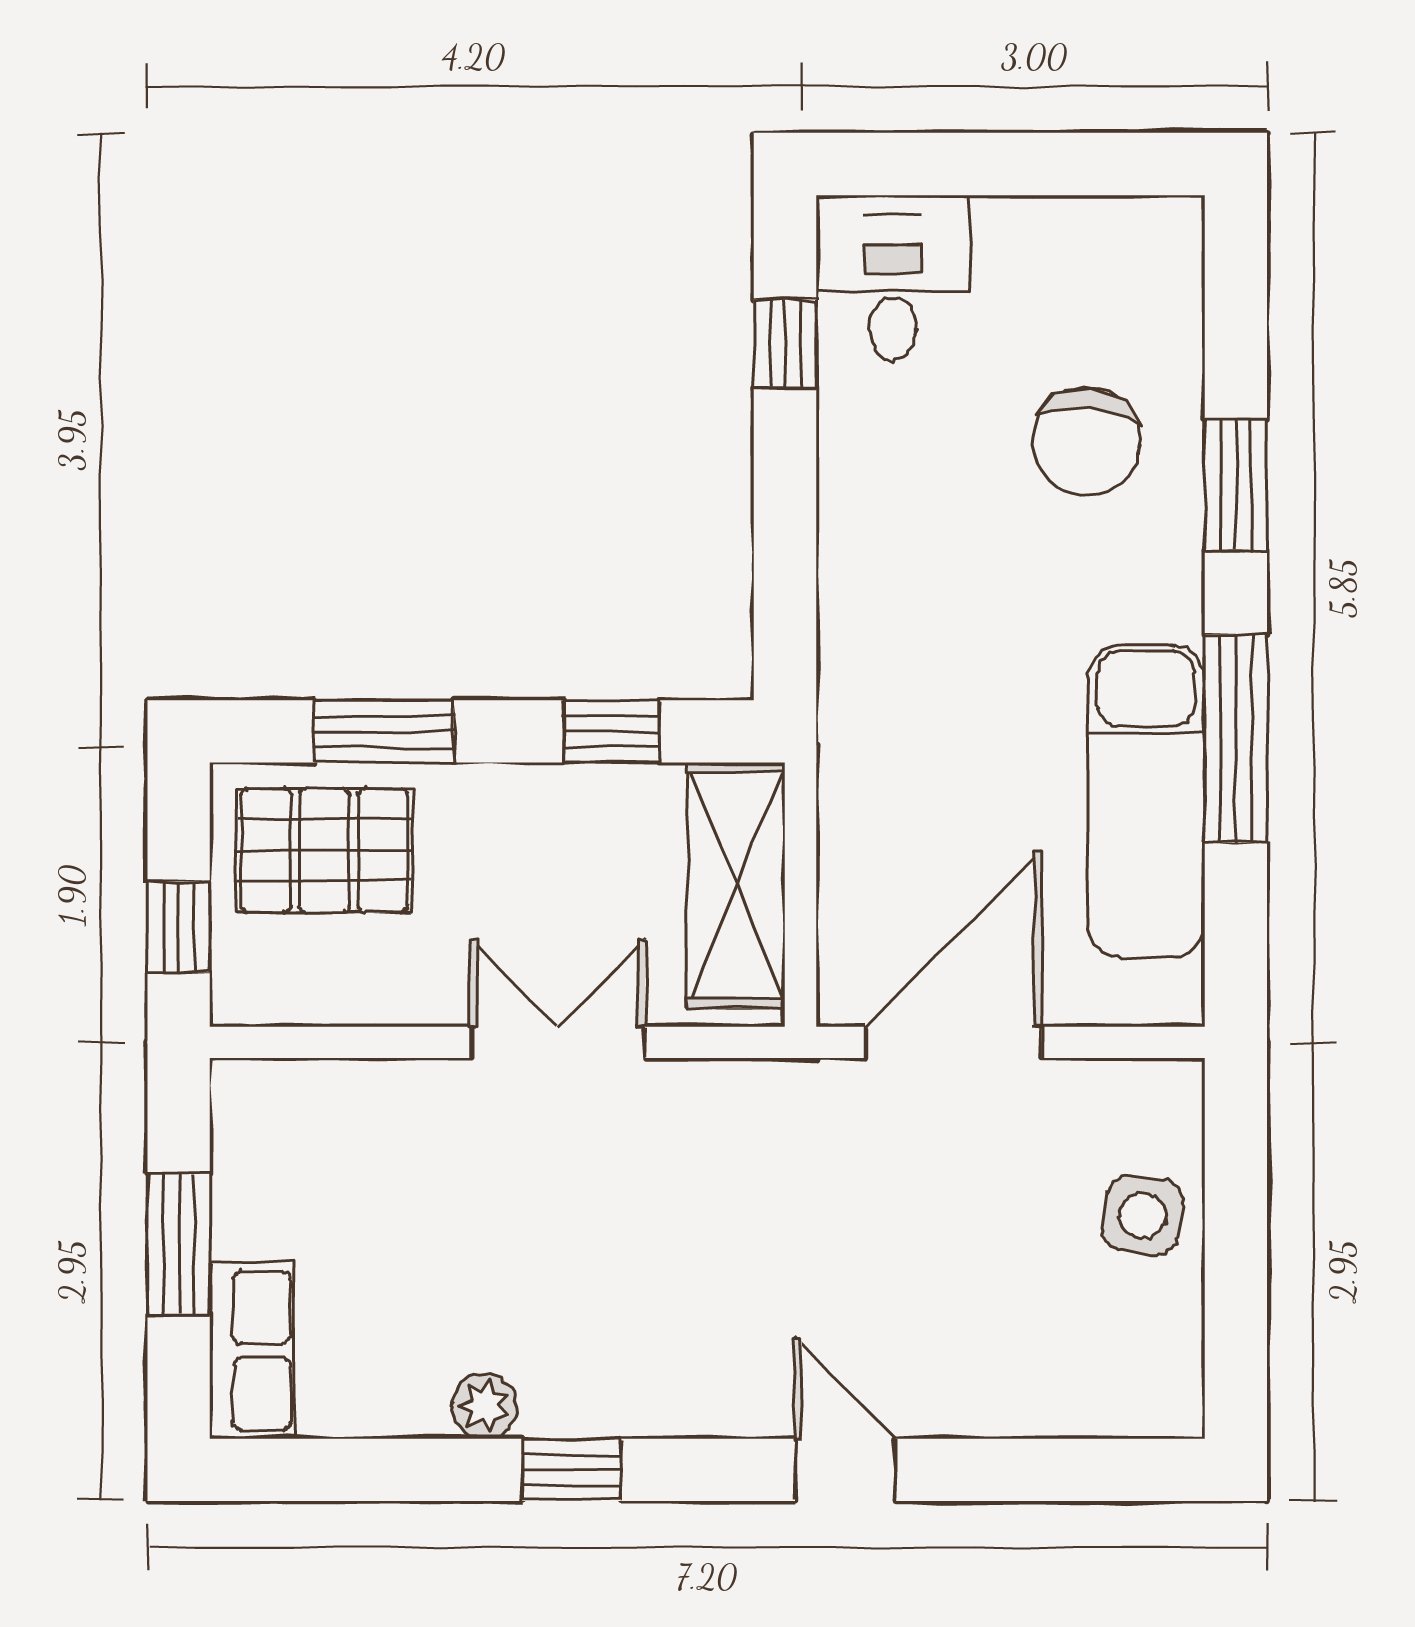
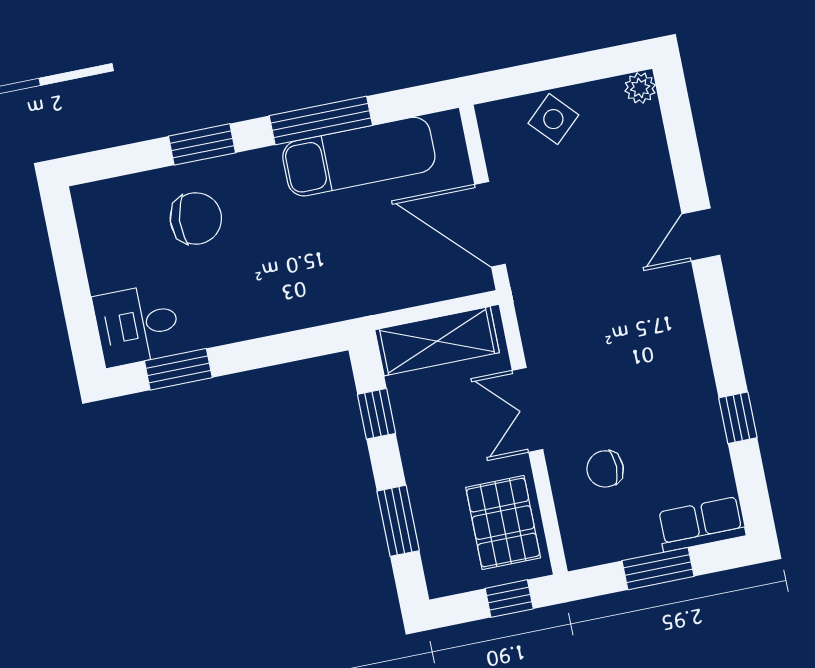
window: (785, 344) -> (178, 369), width x1.50
pallet: (325, 850) -> (503, 523), moved
chair: (405, 1177) -> (605, 469), added
side table: (1143, 1215) -> (553, 119), turned 38
plant: (484, 1406) -> (640, 88), moved
window: (572, 1470) -> (738, 418), moved

